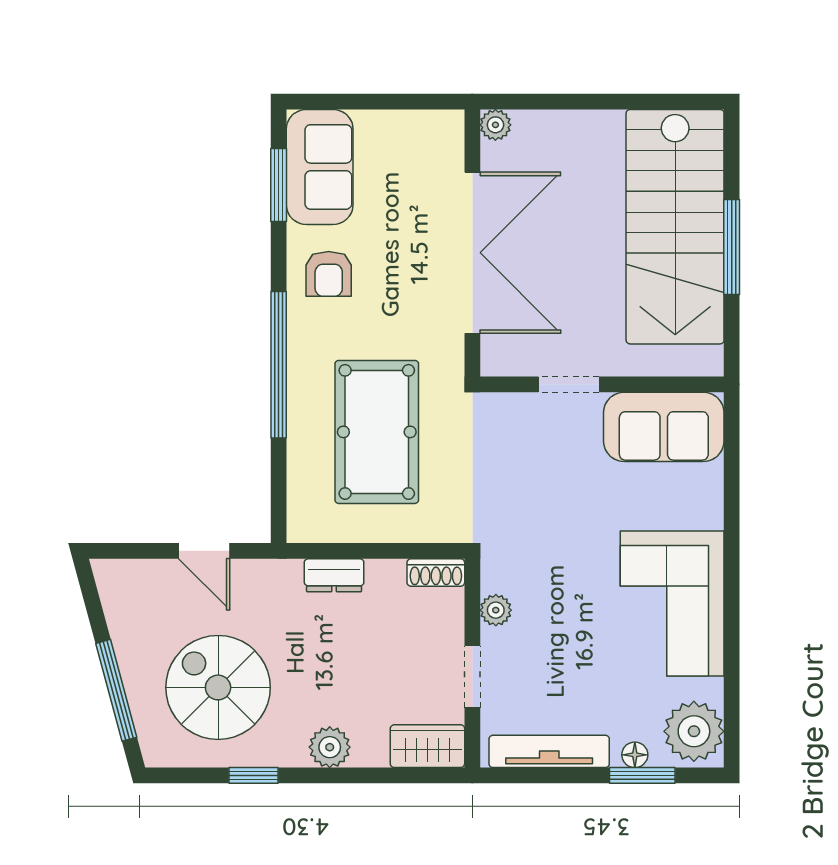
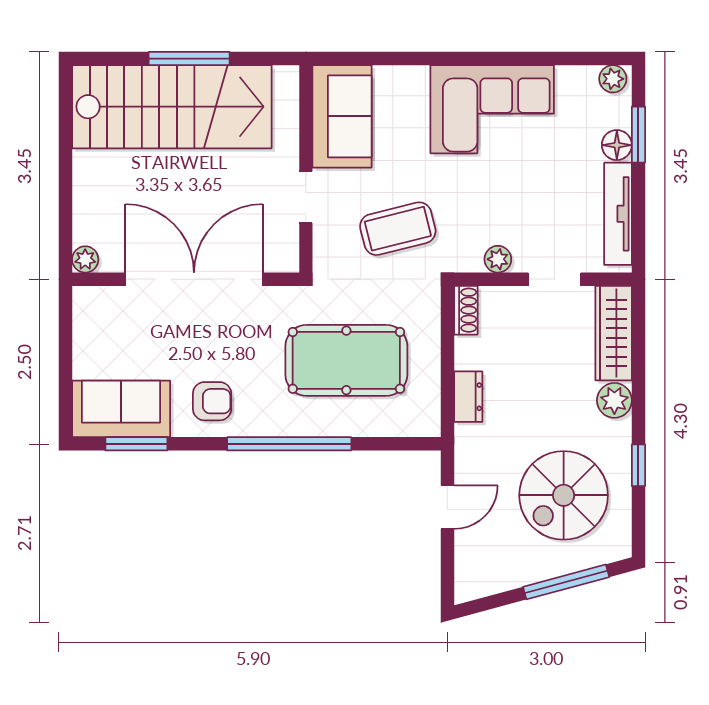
coffee table: (532, 492) -> (398, 229), added
plant: (694, 731) -> (613, 79), width x0.53, depth x0.53
wardrobe: (427, 746) -> (614, 333), width x1.50
floor lamp: (635, 755) -> (617, 145), width x1.37, depth x1.37

